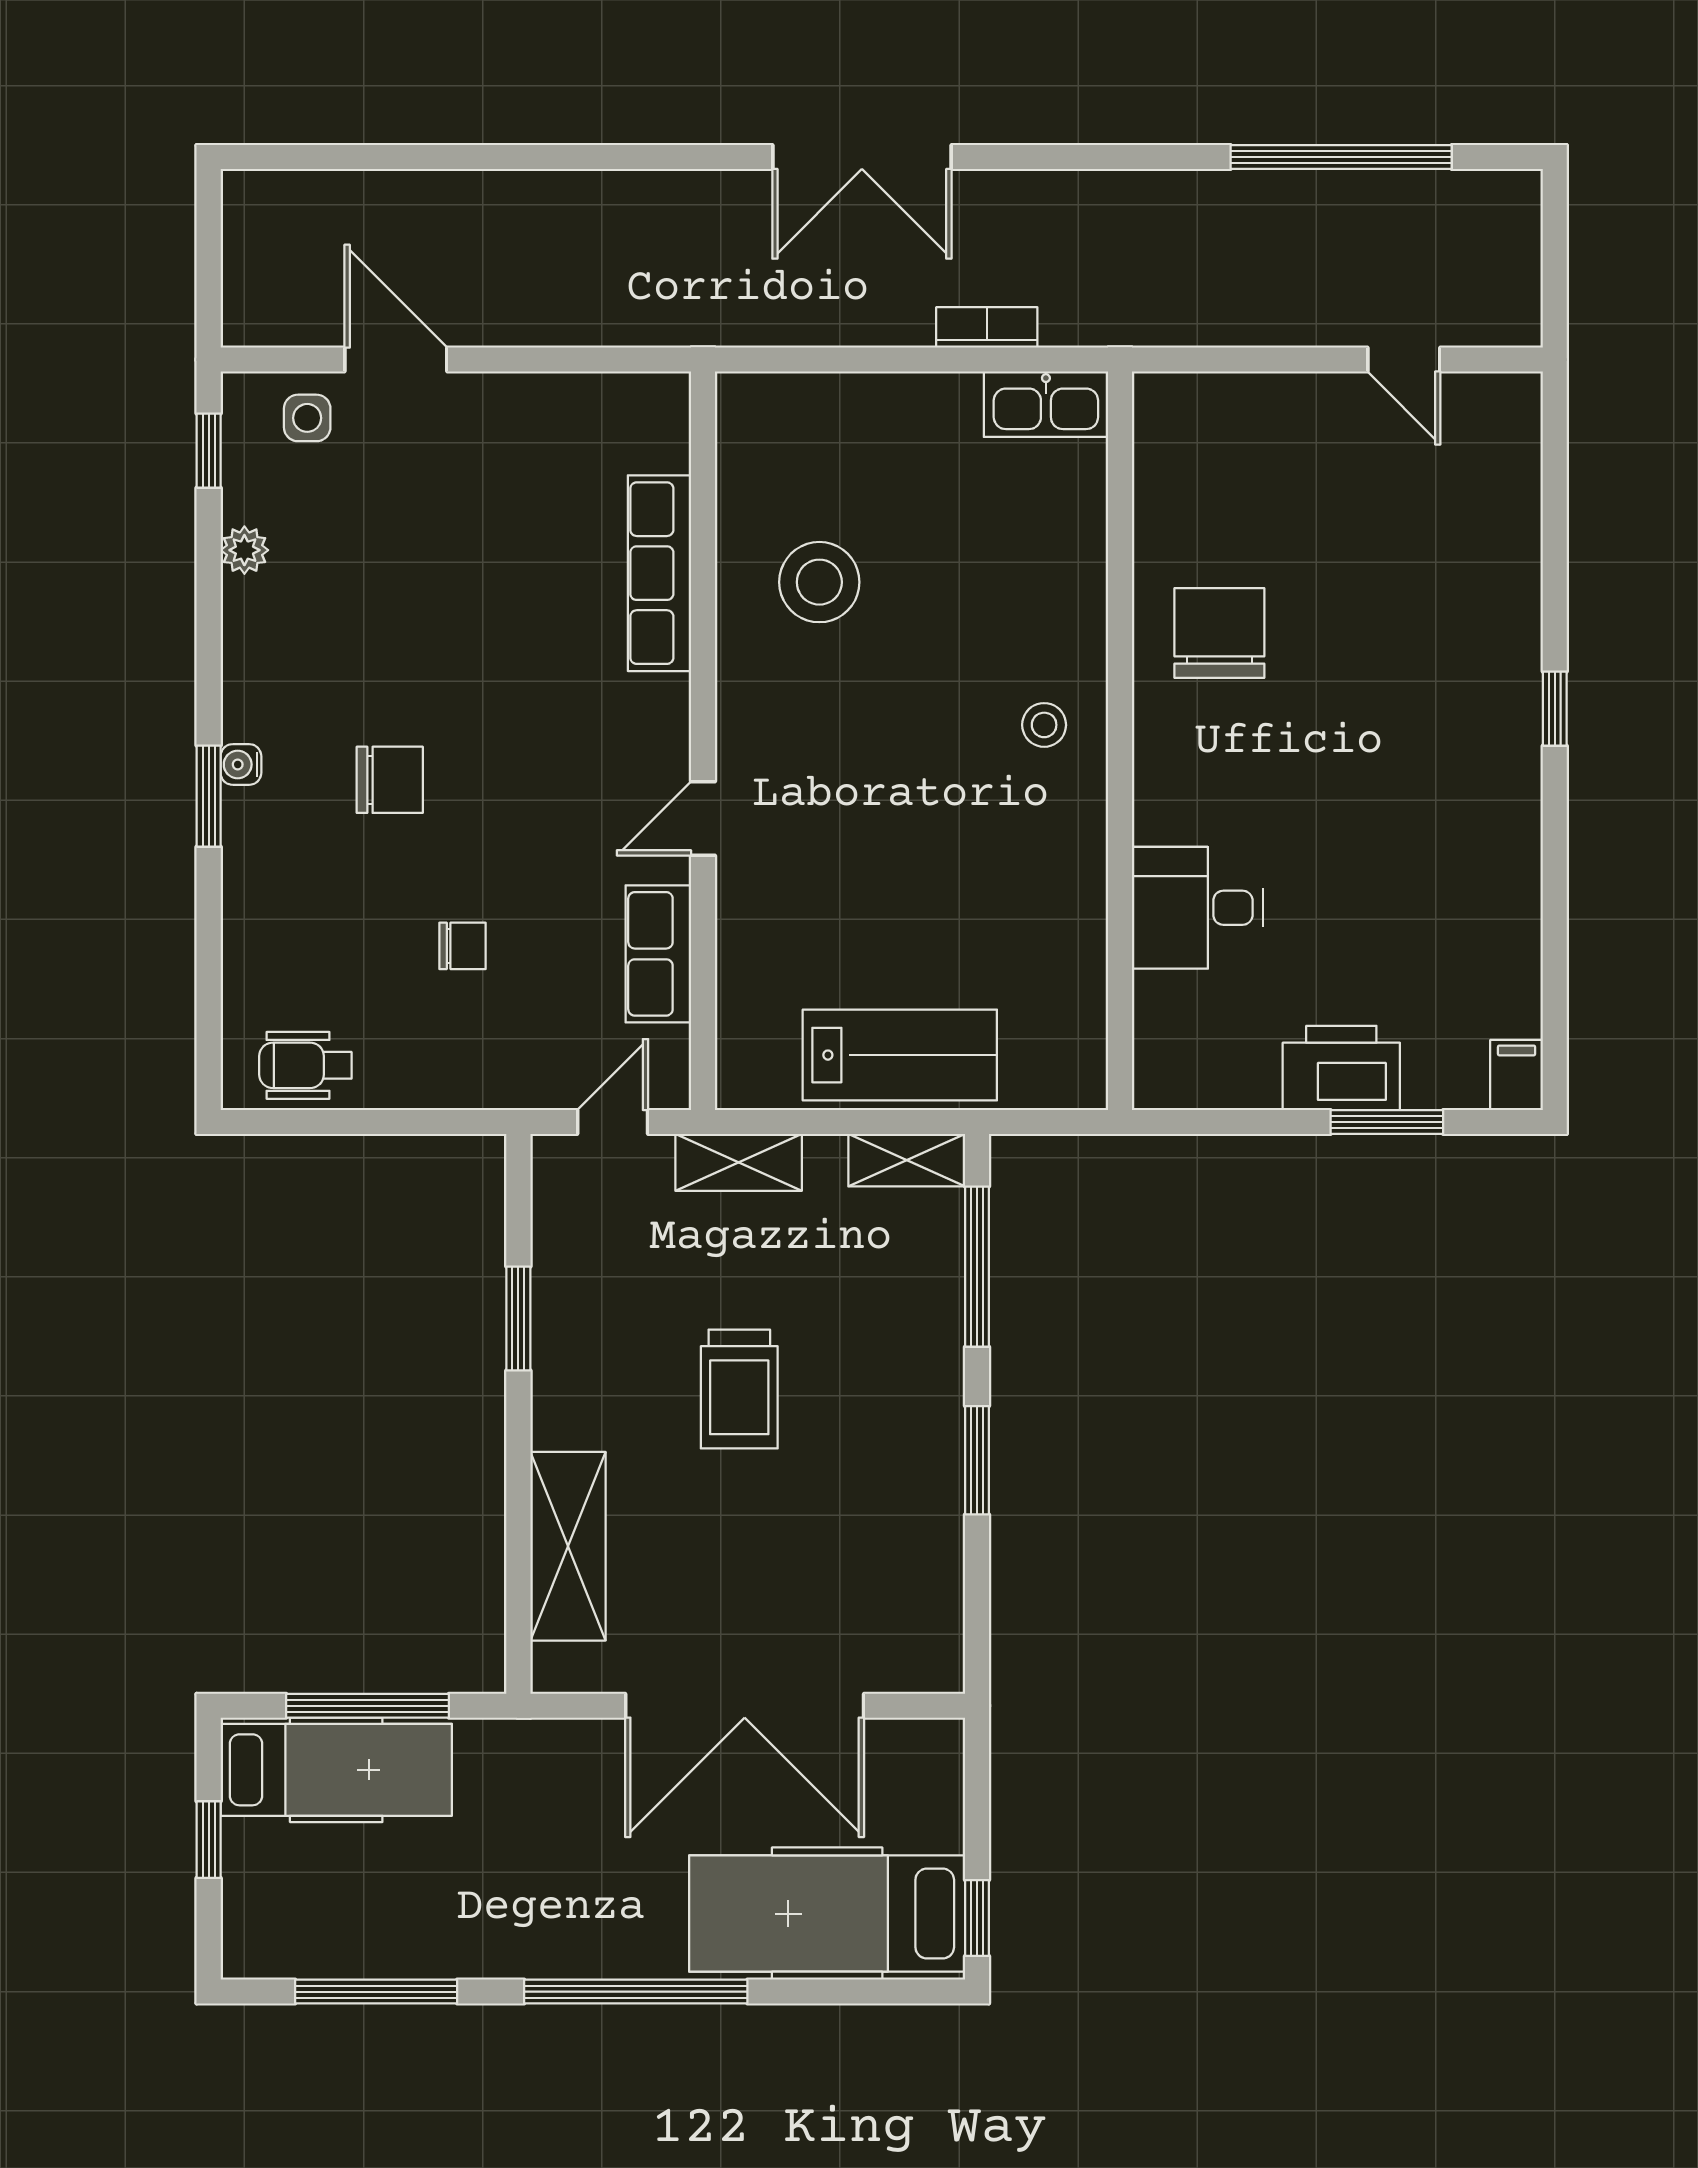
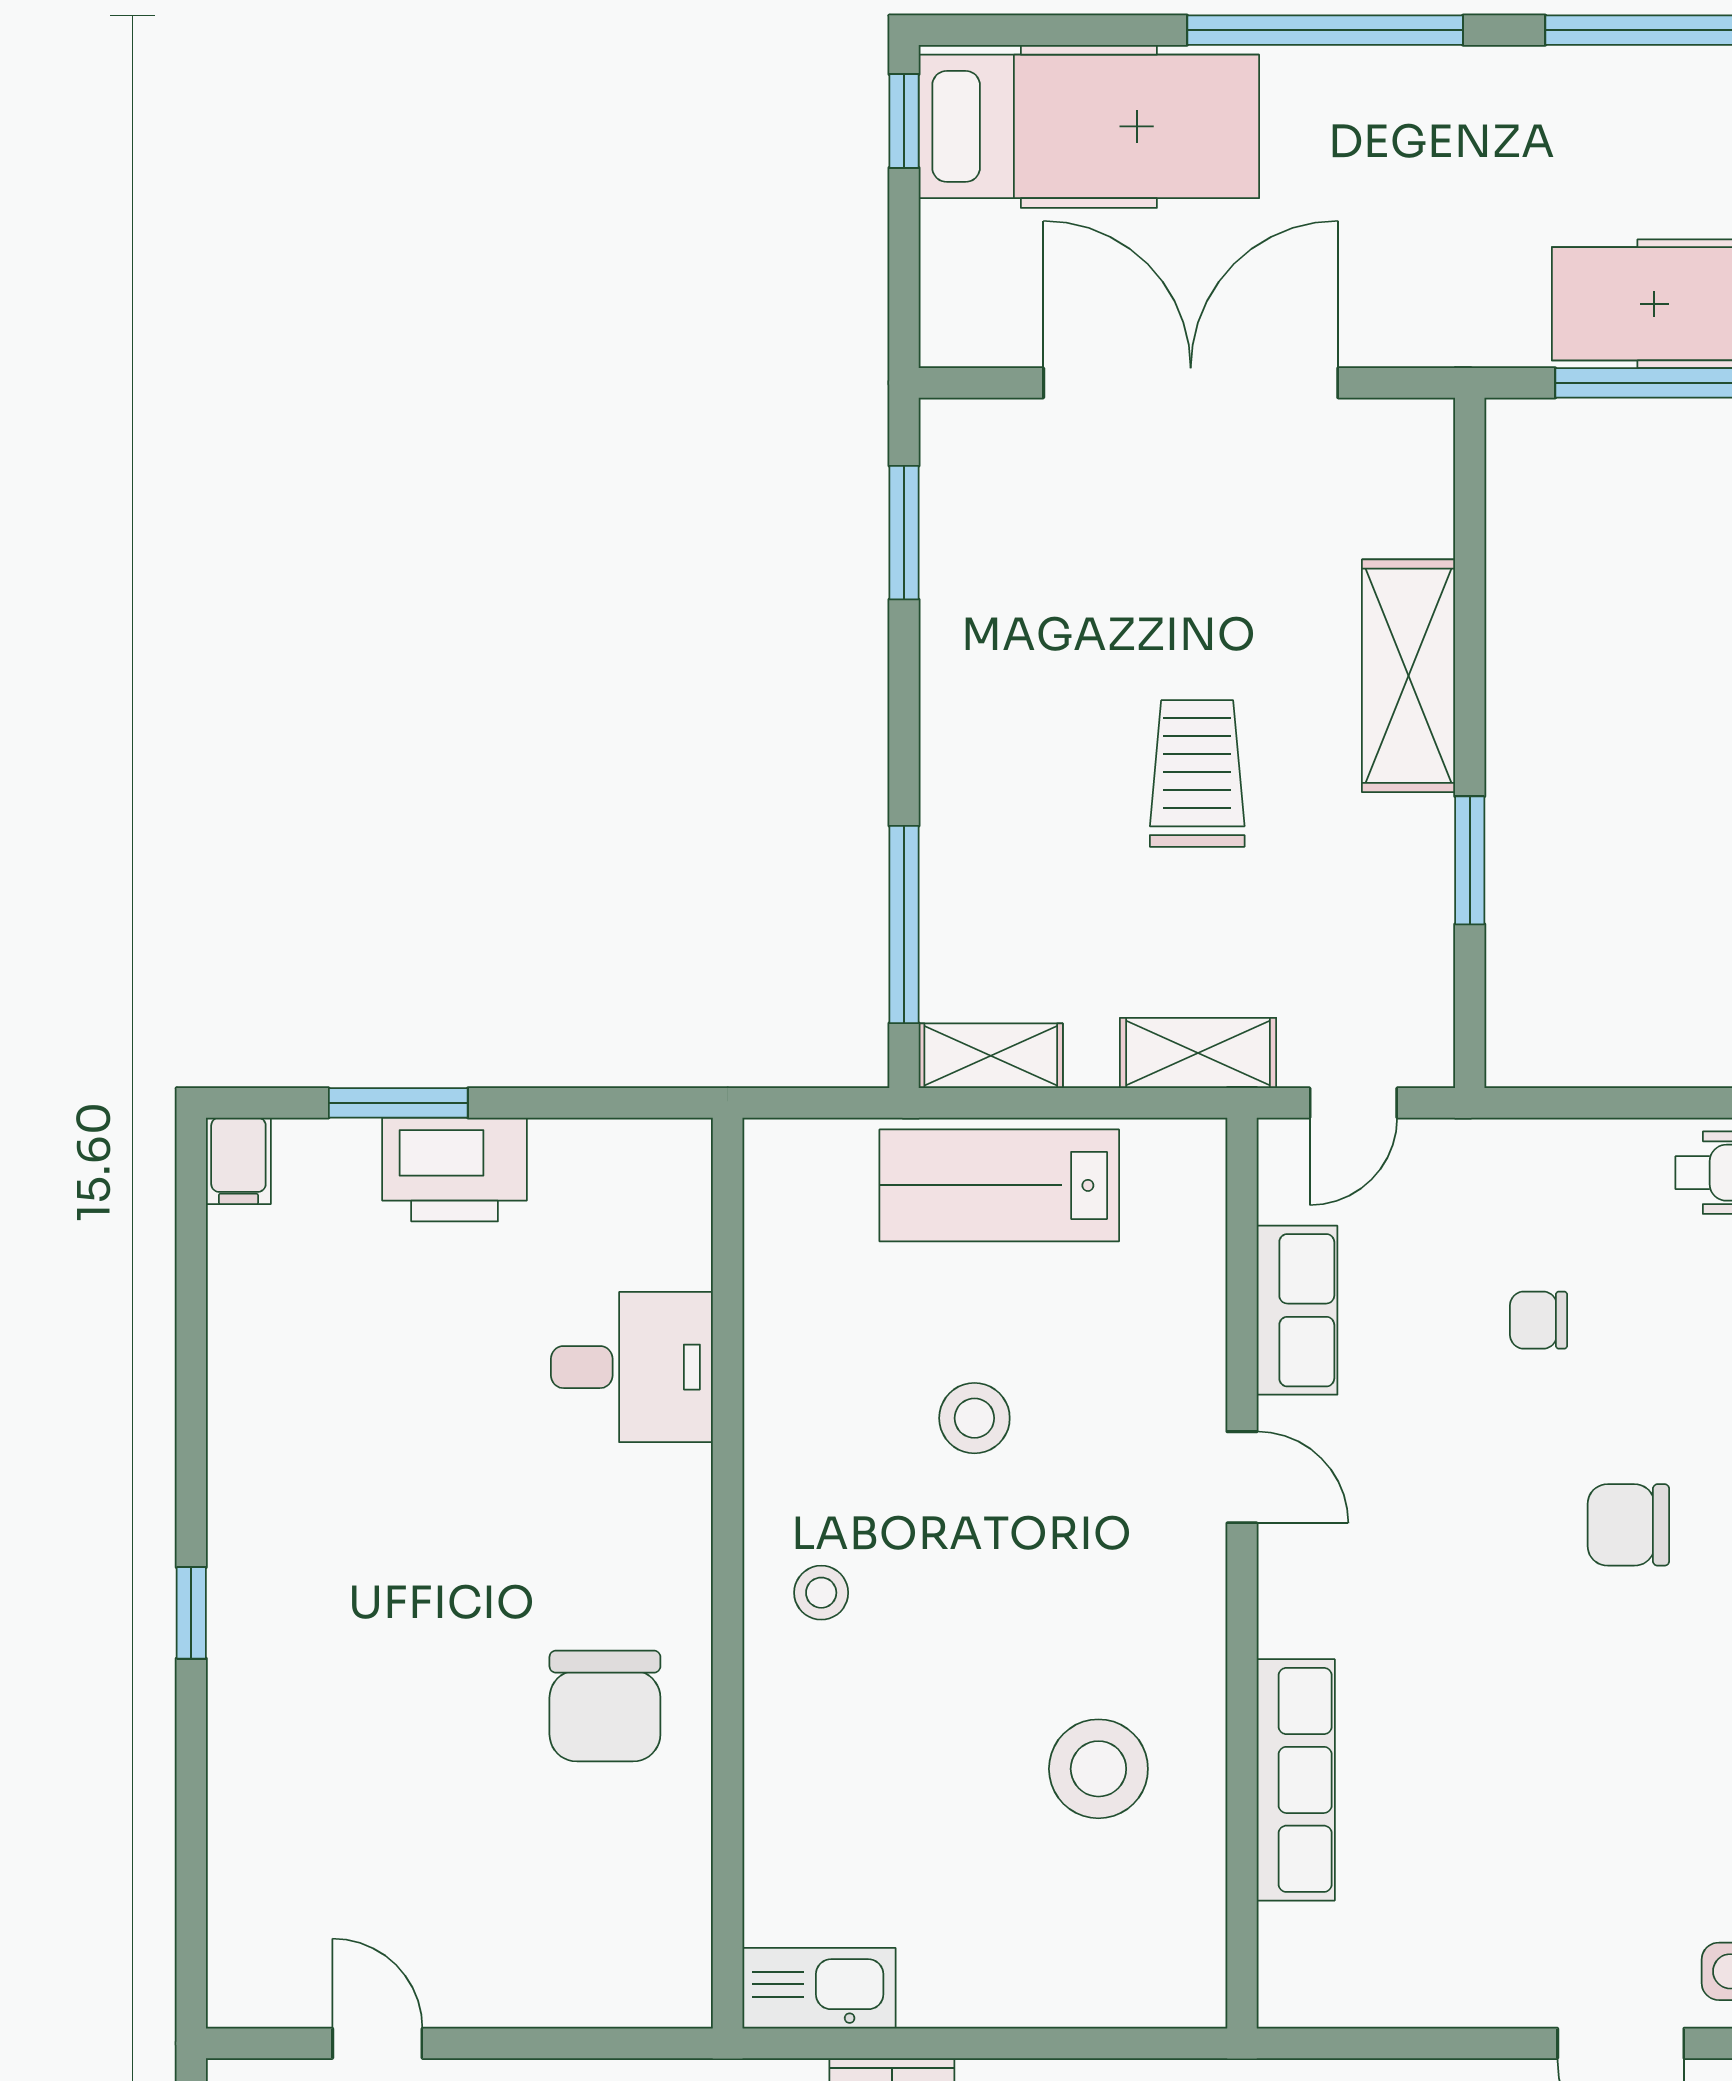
door: (703, 818) -> (1242, 1477), hinge flipped
stool: (920, 866) -> (974, 1418), added
window: (977, 1460) -> (904, 533), moved
shelving: (568, 1546) -> (1408, 676), moved

